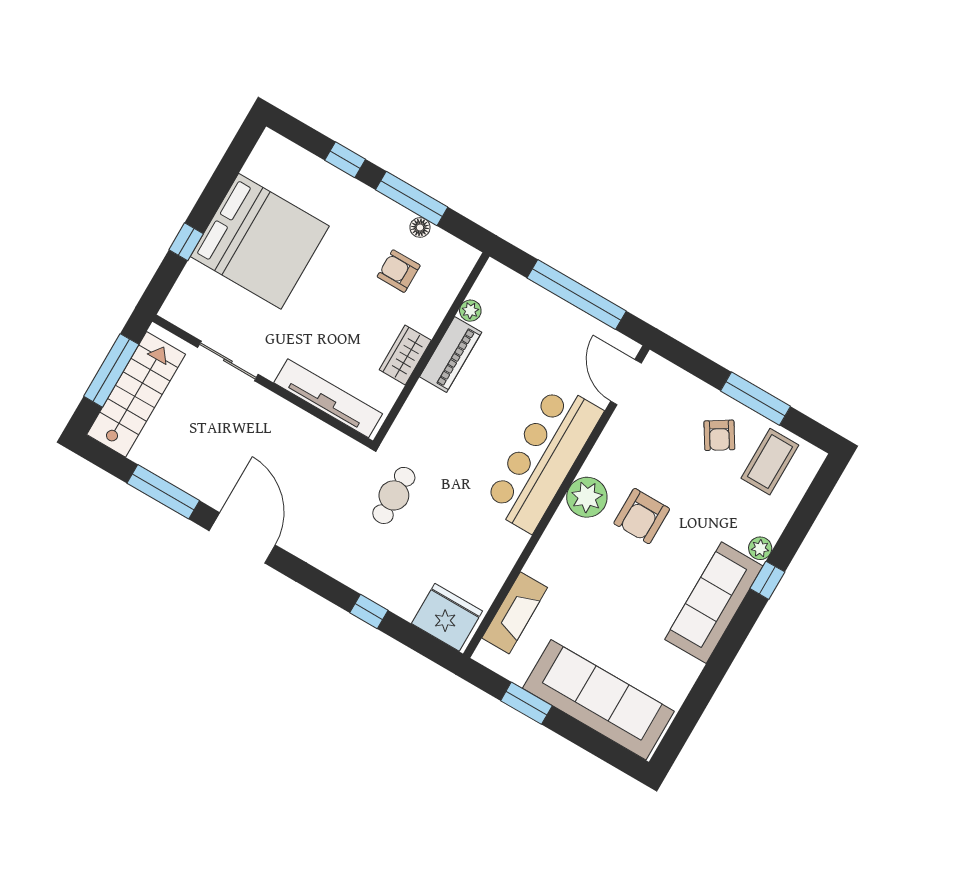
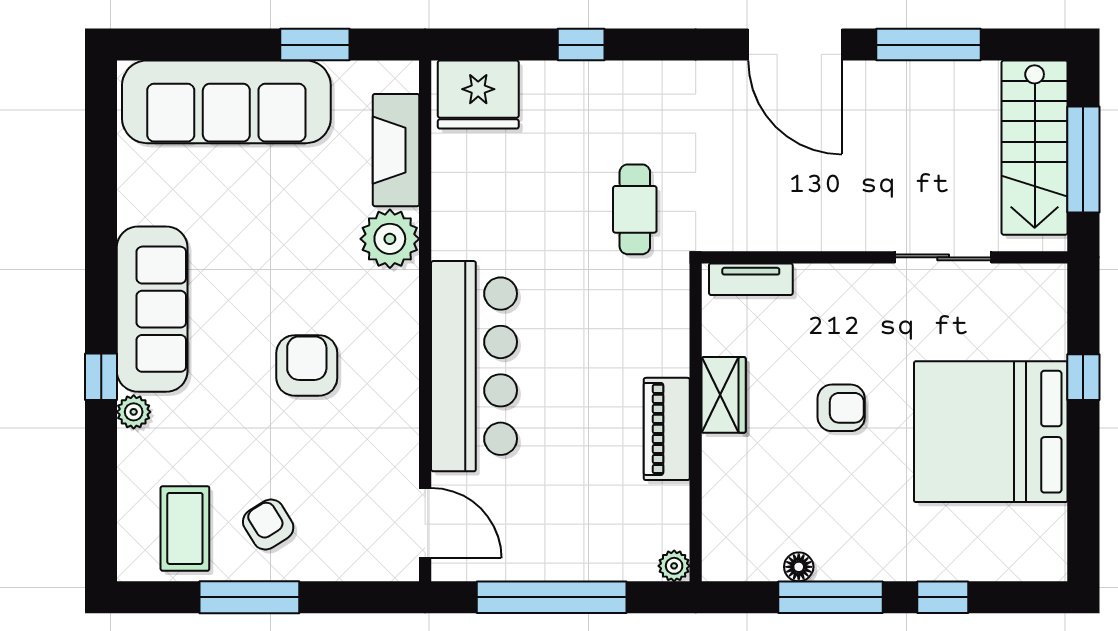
armchair: (399, 271) -> (841, 408), moved
plant: (470, 311) -> (674, 566), moved
tv unit: (328, 398) -> (751, 279), width x0.52, depth x0.78
plant: (587, 497) -> (390, 239), moved

